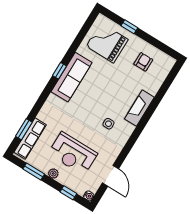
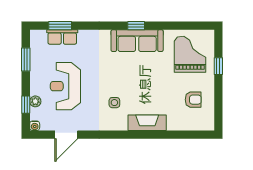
row of seats: (30, 139) -> (62, 37), width x0.68
plant: (53, 173) -> (35, 101), moved

